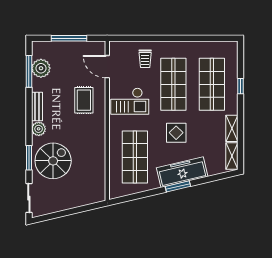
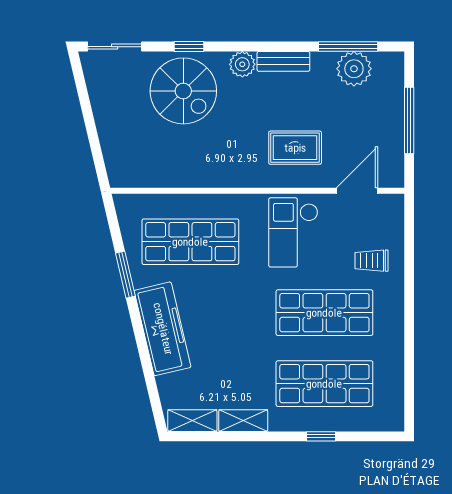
display table: (176, 133) -> (235, 318), removed
window: (29, 158) -> (189, 47), width x0.67
window: (178, 186) -> (125, 275), moved

